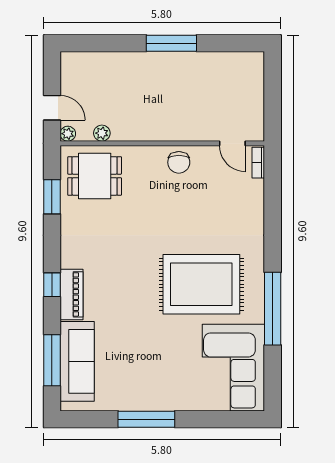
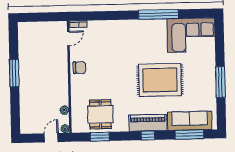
dining table: (95, 176) -> (100, 114), moved
rug: (201, 284) -> (160, 80), moved, turned 90
piano: (71, 294) -> (148, 123), width x1.37, depth x1.33

